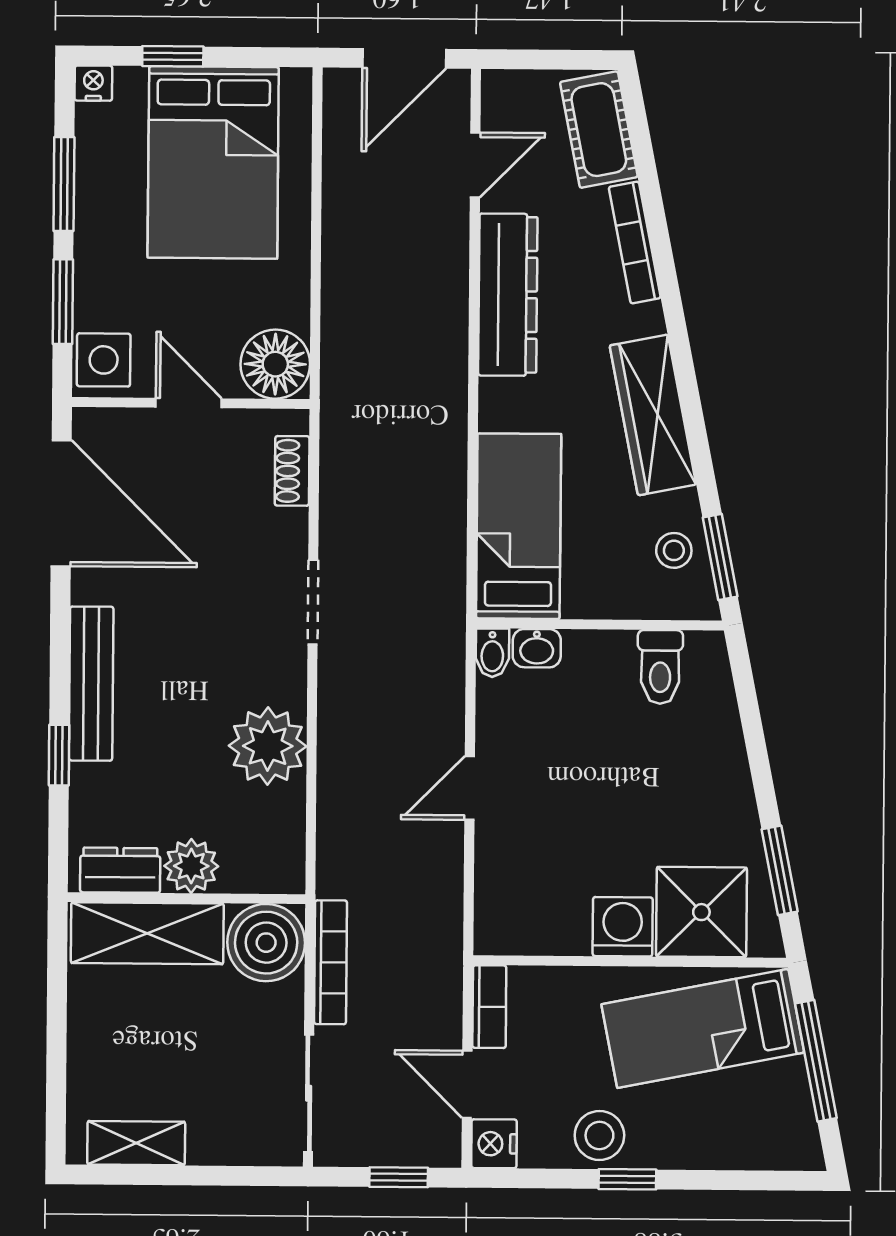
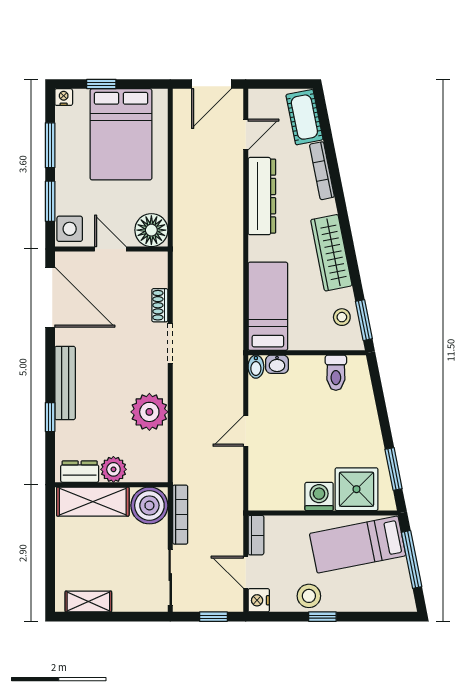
shoe rack: (292, 471) -> (160, 305), moved

